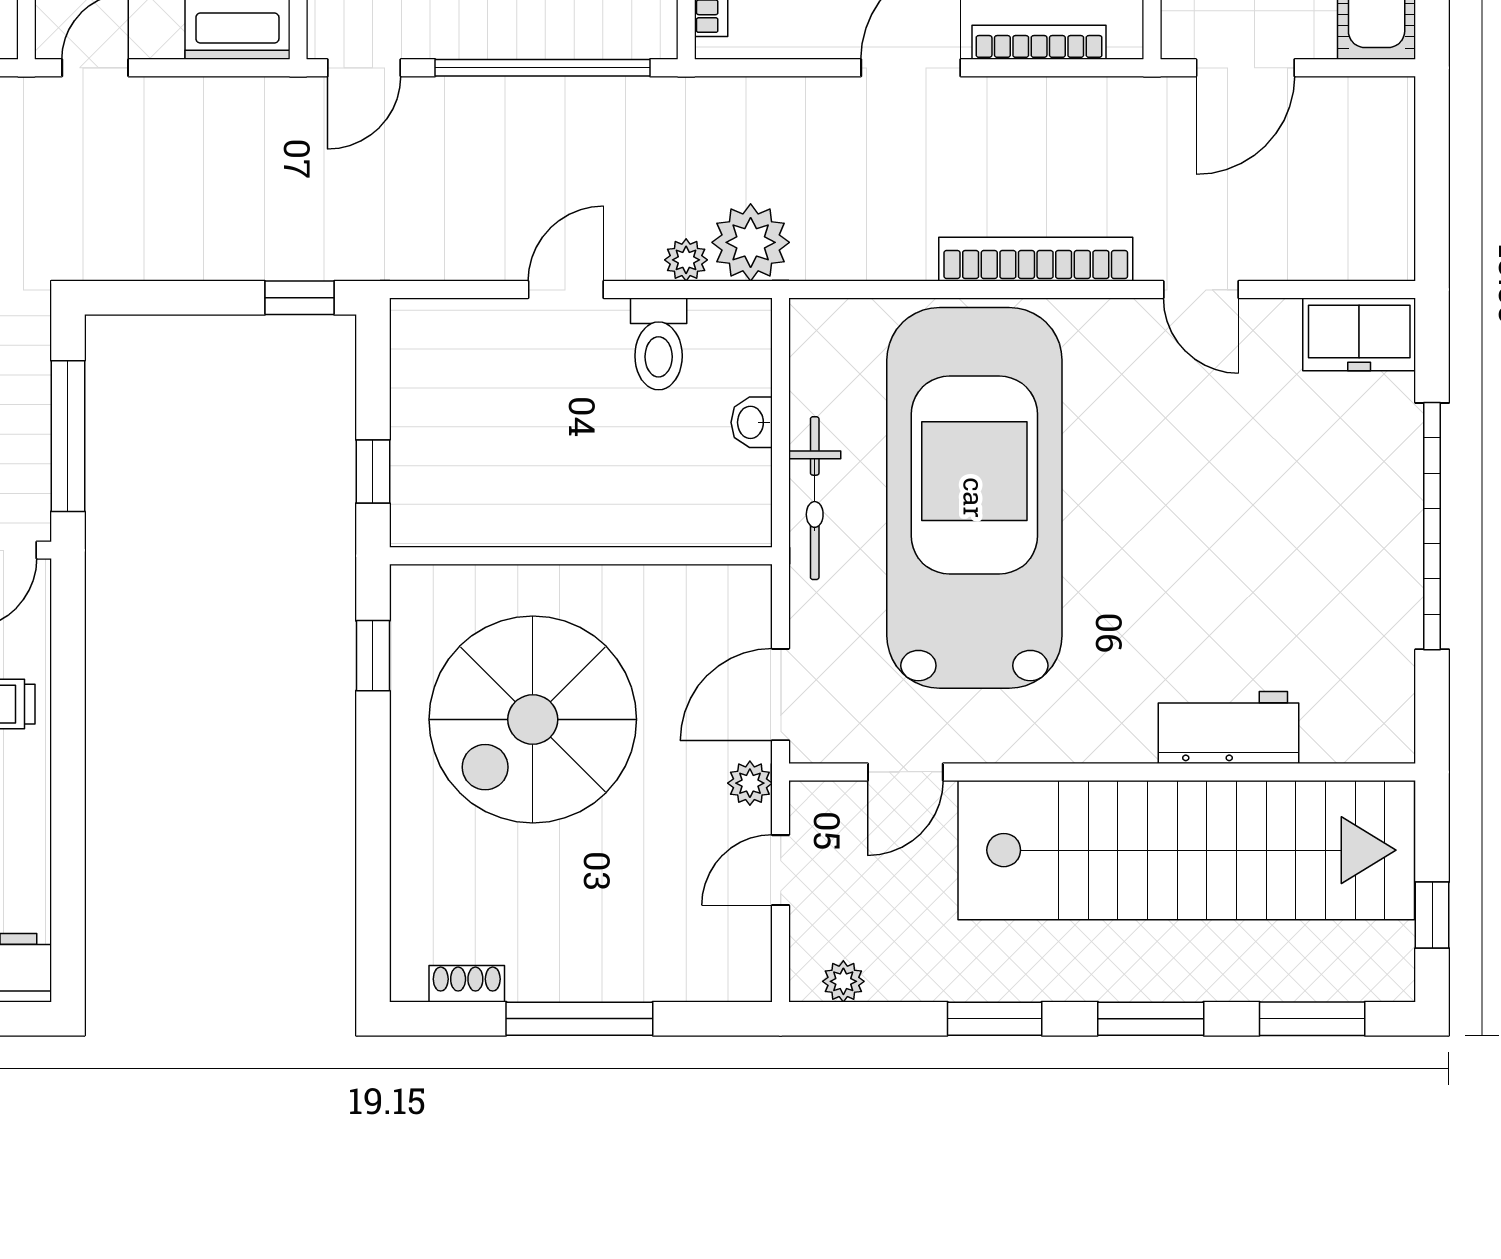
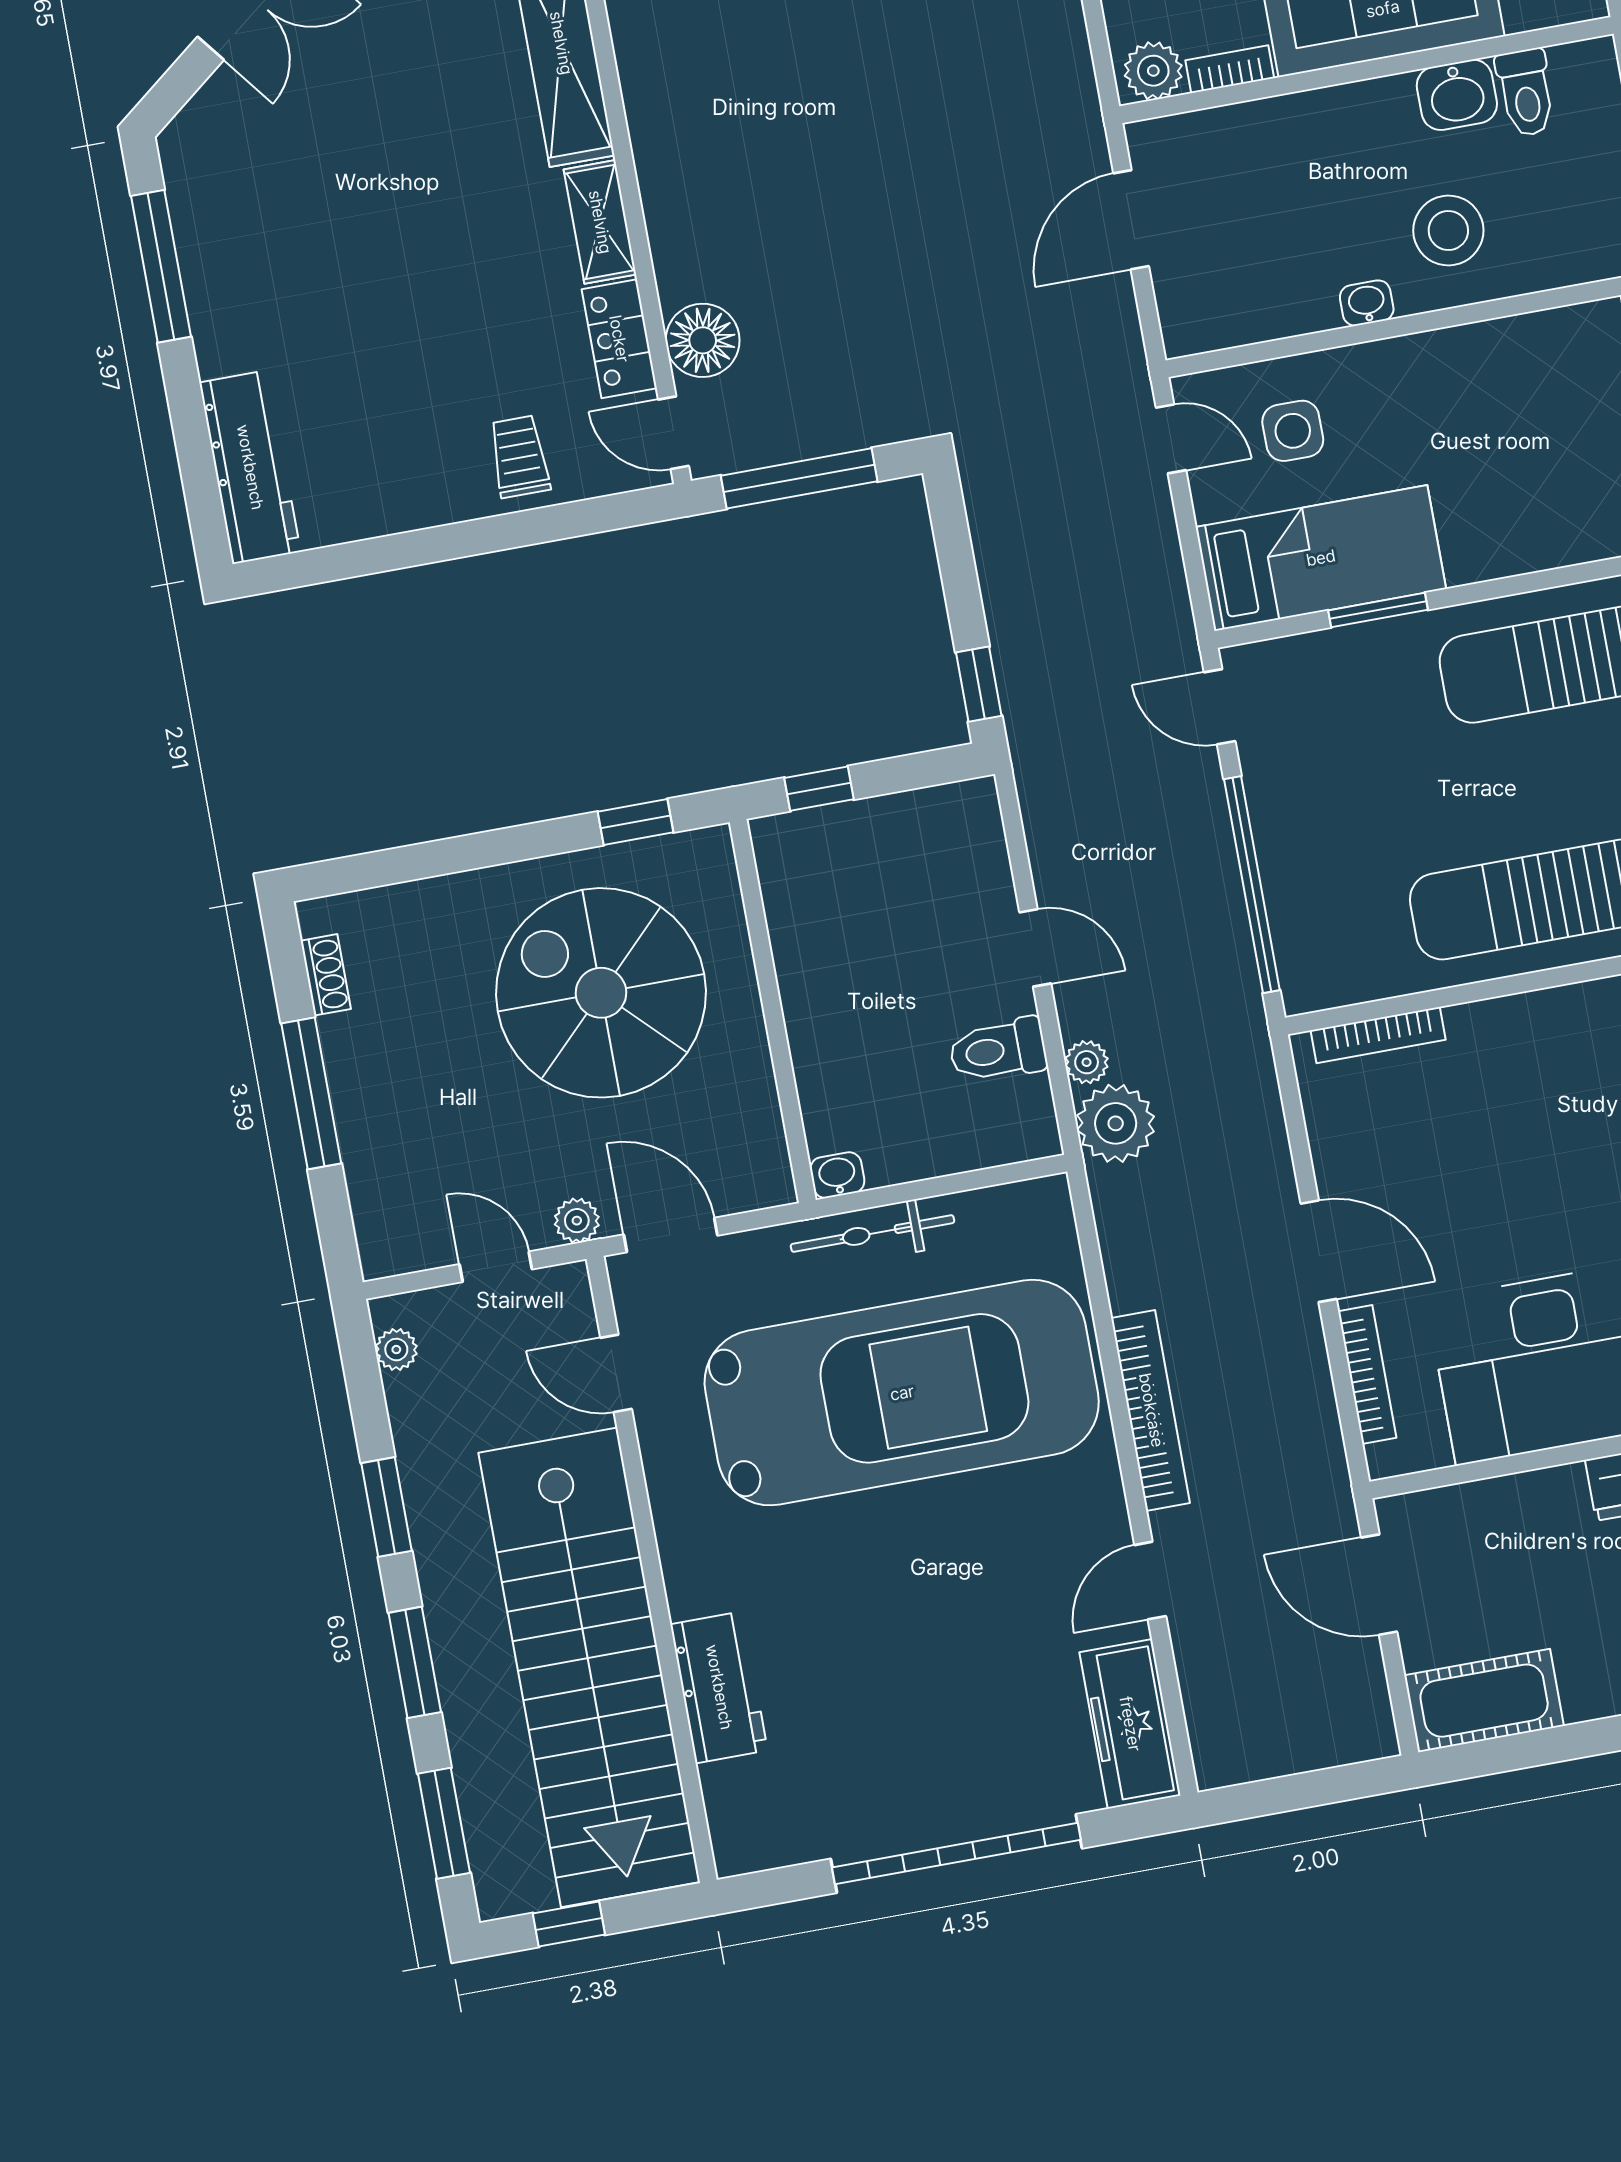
freezer: (1359, 334) -> (1130, 1724), width x1.40
washbasin: (752, 422) -> (837, 1175), moved

